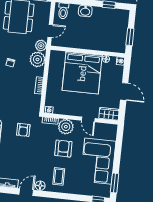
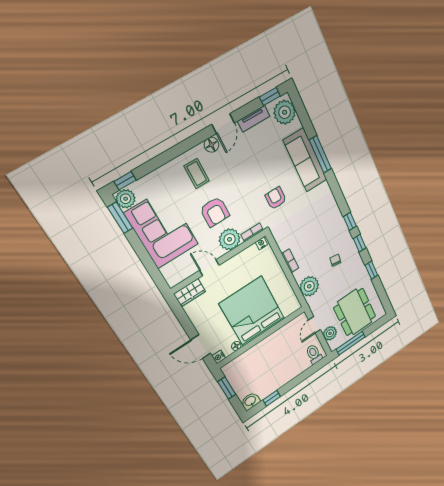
washbasin: (85, 11) -> (250, 401), moved
plant: (41, 46) -> (330, 333), moved
door: (124, 91) -> (201, 347), moved
plant: (105, 191) -> (126, 199), added

